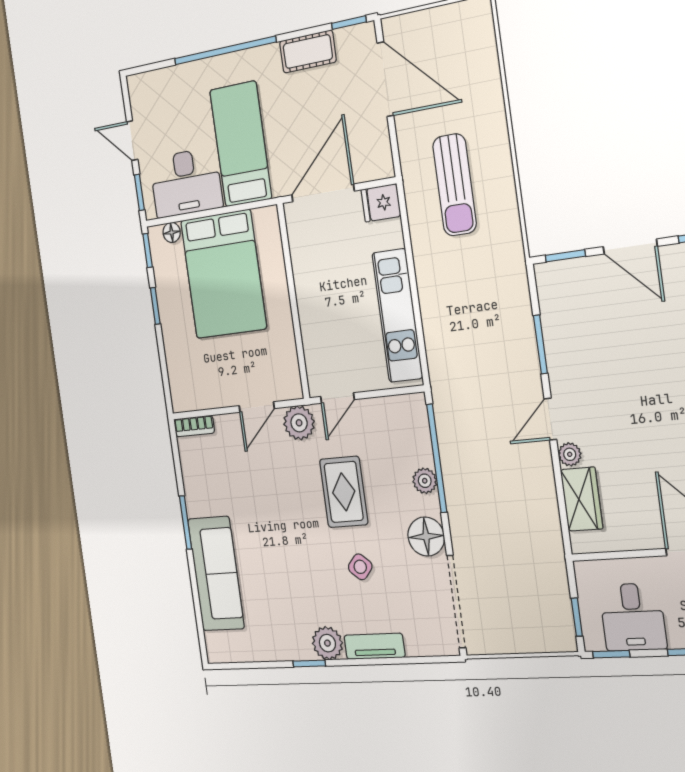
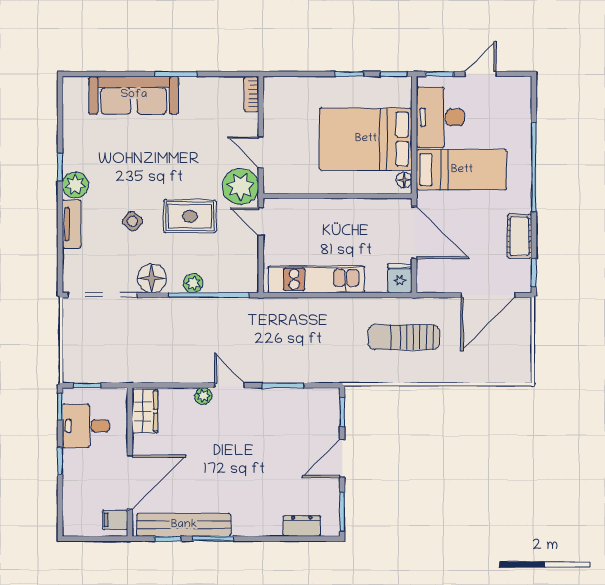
floor lamp: (172, 232) -> (404, 180), moved
plant: (299, 423) -> (241, 187), width x1.36, depth x1.36
wardrobe: (582, 499) -> (145, 411), moved, turned -90

